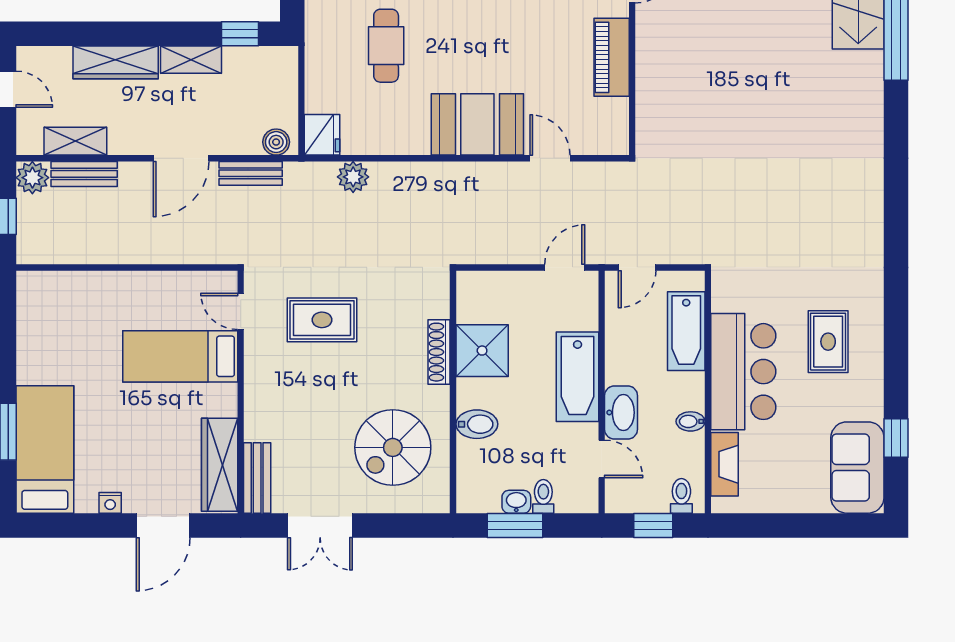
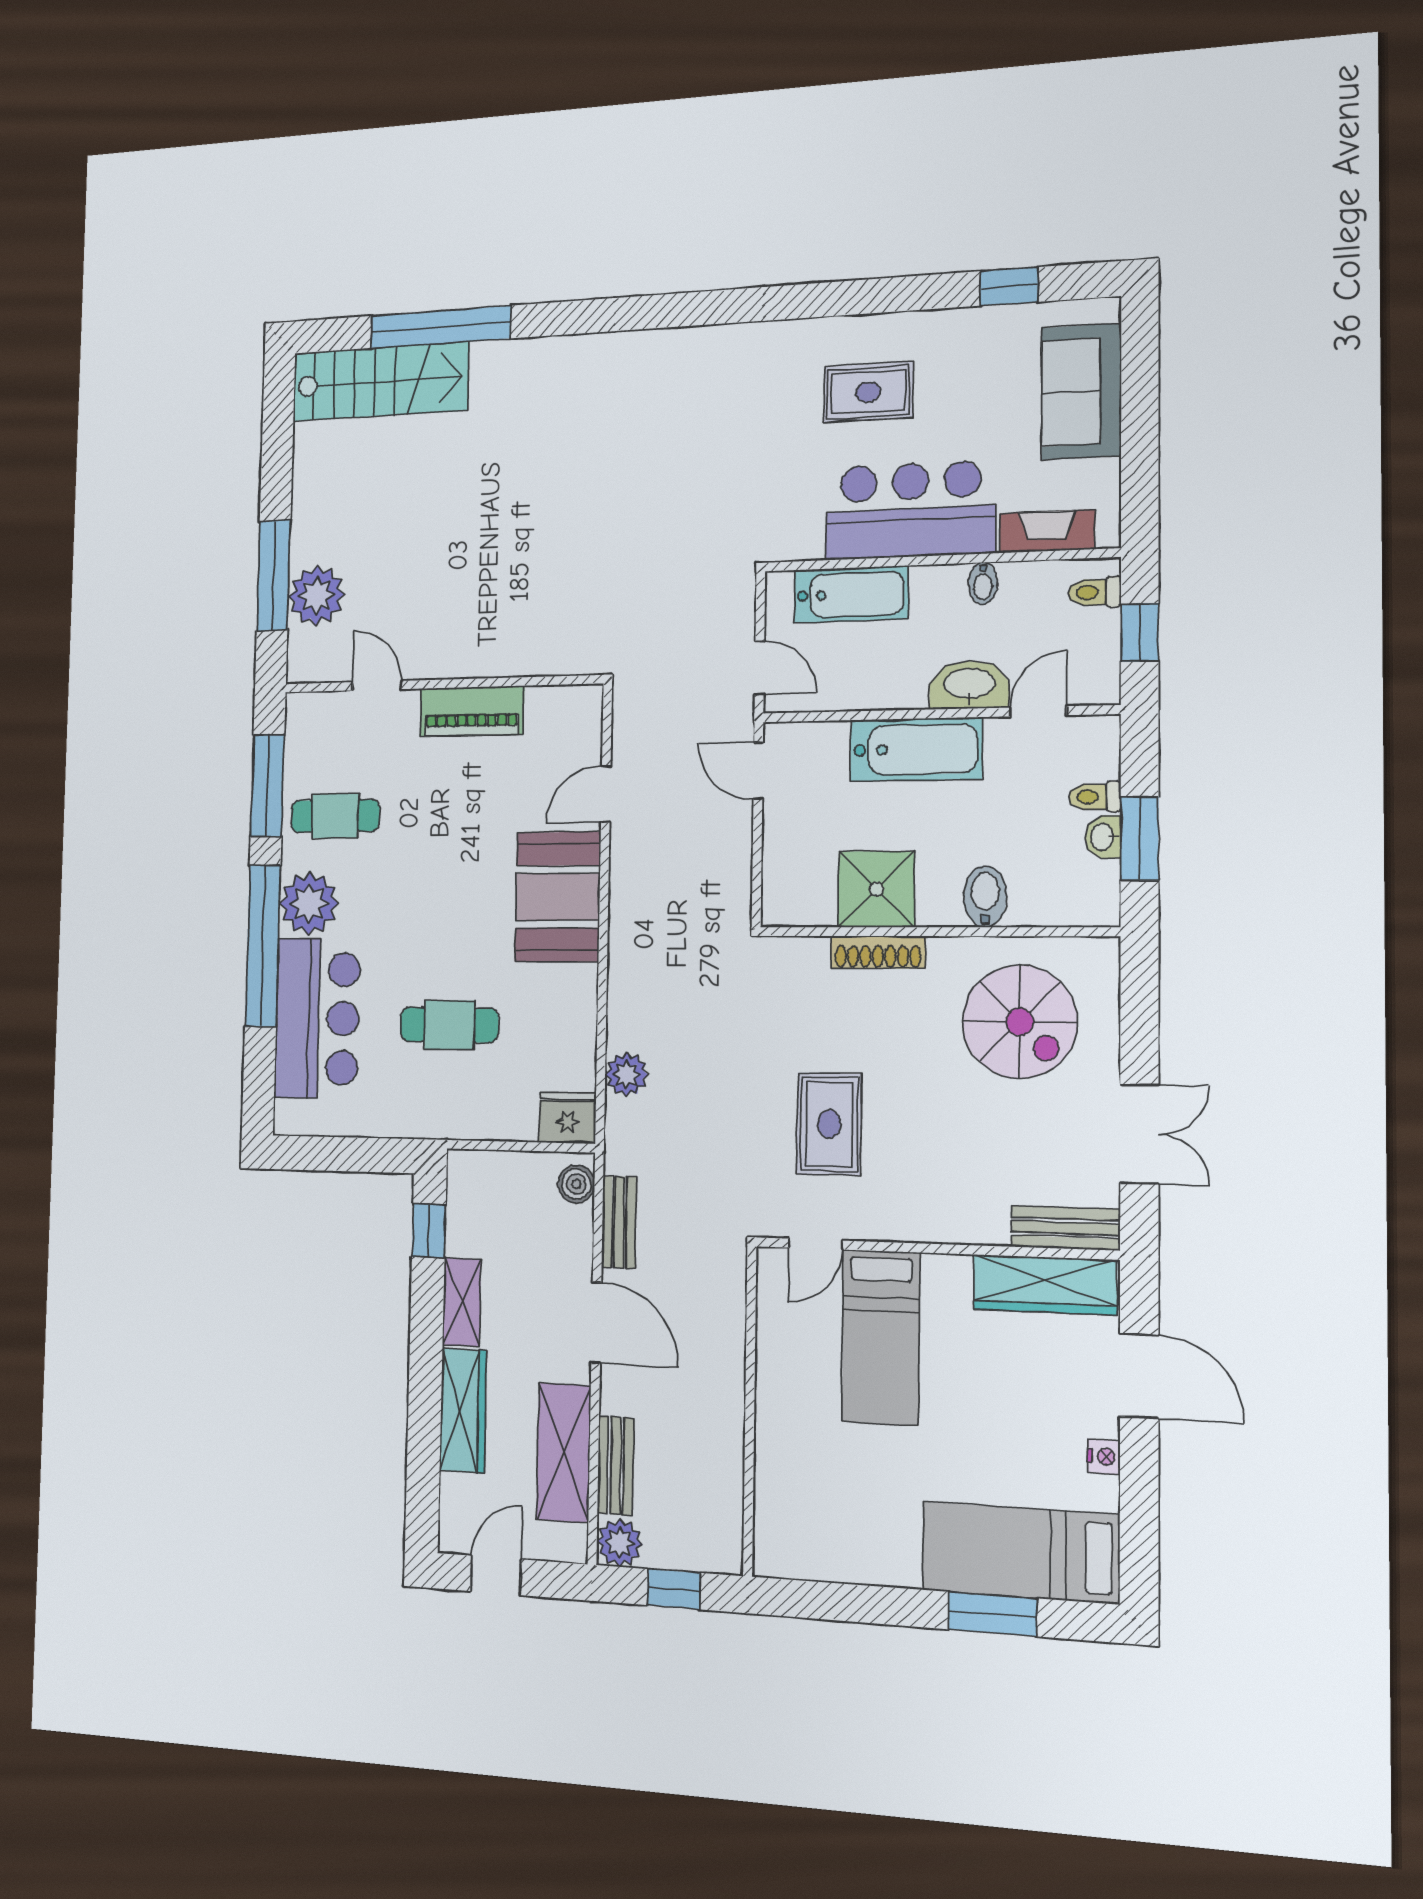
shelving: (75, 141) -> (564, 1452), width x1.50, depth x1.33
sofa: (857, 468) -> (1081, 392), moved, turned 90

